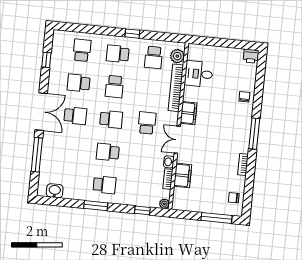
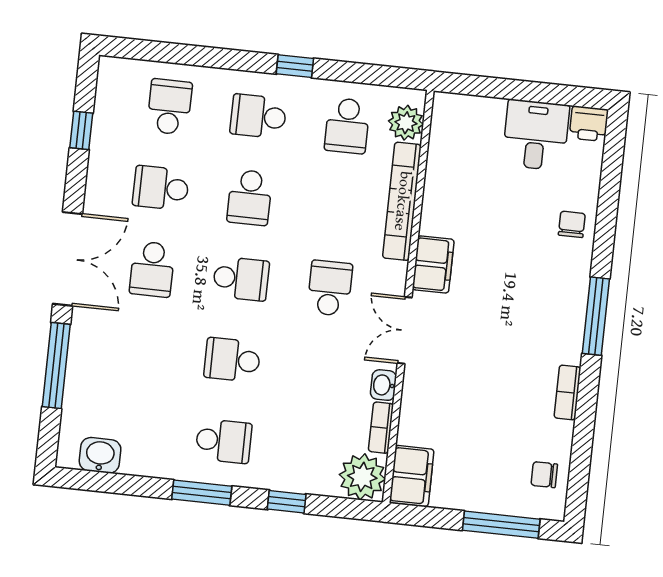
desk: (199, 74) -> (536, 135), moved, turned 90
school desk: (75, 116) -> (152, 269), turned 90
filing cabinet: (183, 175) -> (412, 476), moved
plant: (164, 204) -> (362, 477), width x1.88, depth x1.88
window: (142, 210) -> (287, 502), moved

